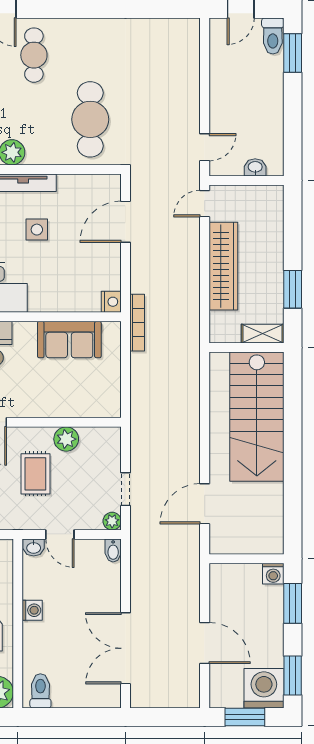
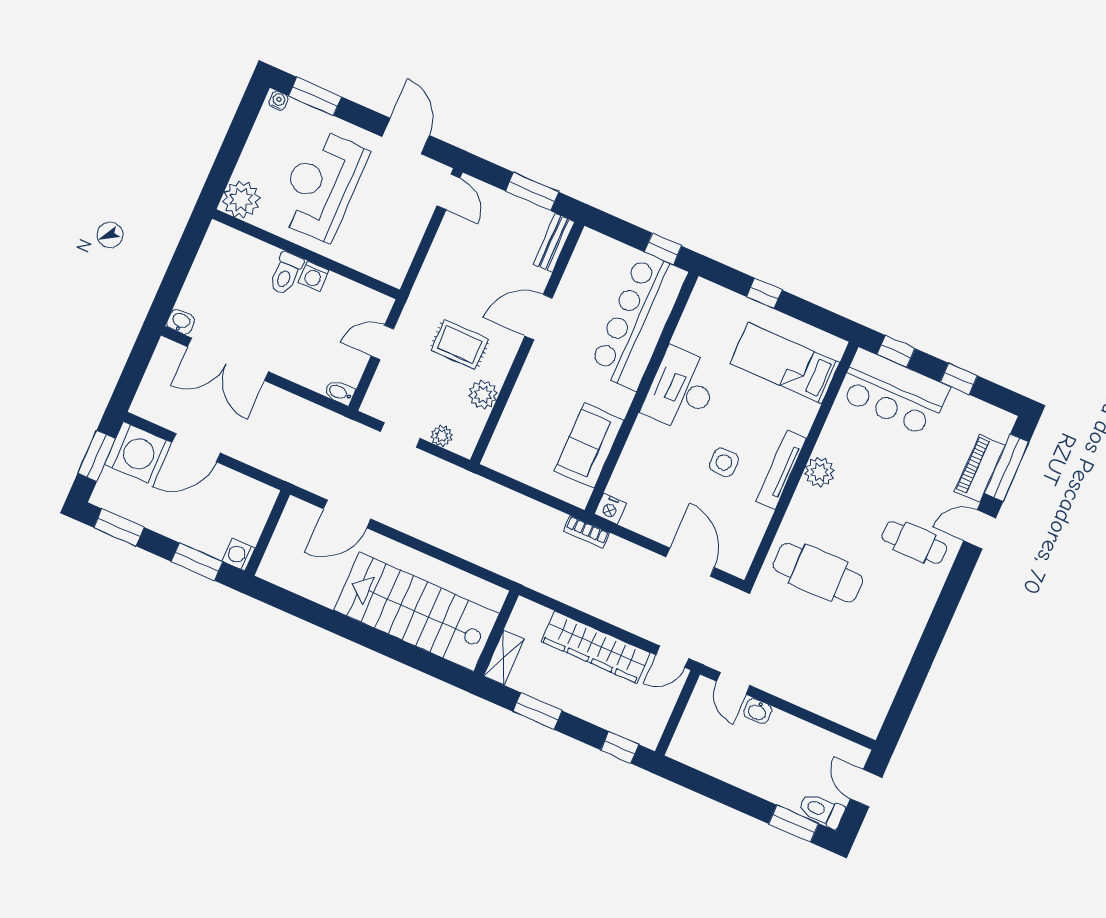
washbasin: (255, 167) -> (758, 711), moved, turned 90
door: (205, 204) -> (672, 657), swing flipped
window: (293, 213) -> (620, 747), added
bookcase: (137, 323) -> (586, 532), width x0.64
door: (205, 504) -> (347, 514), swing flipped
plant: (112, 521) -> (442, 436), moved
washbasin: (34, 547) -> (181, 322), moved, turned 90
double door: (125, 648) -> (228, 359), swing flipped
washing machine: (264, 688) -> (135, 452), moved
toilet: (40, 691) -> (286, 273), moved, turned 90

